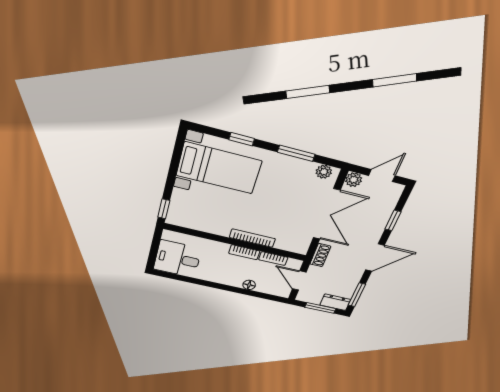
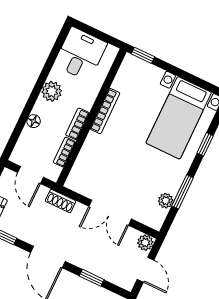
plant: (324, 172) -> (166, 201), moved
double door: (327, 214) -> (110, 213), width x0.73
bookcase: (252, 238) -> (105, 111), moved
plant: (218, 275) -> (52, 91), added
door: (299, 281) -> (31, 175), swing flipped

